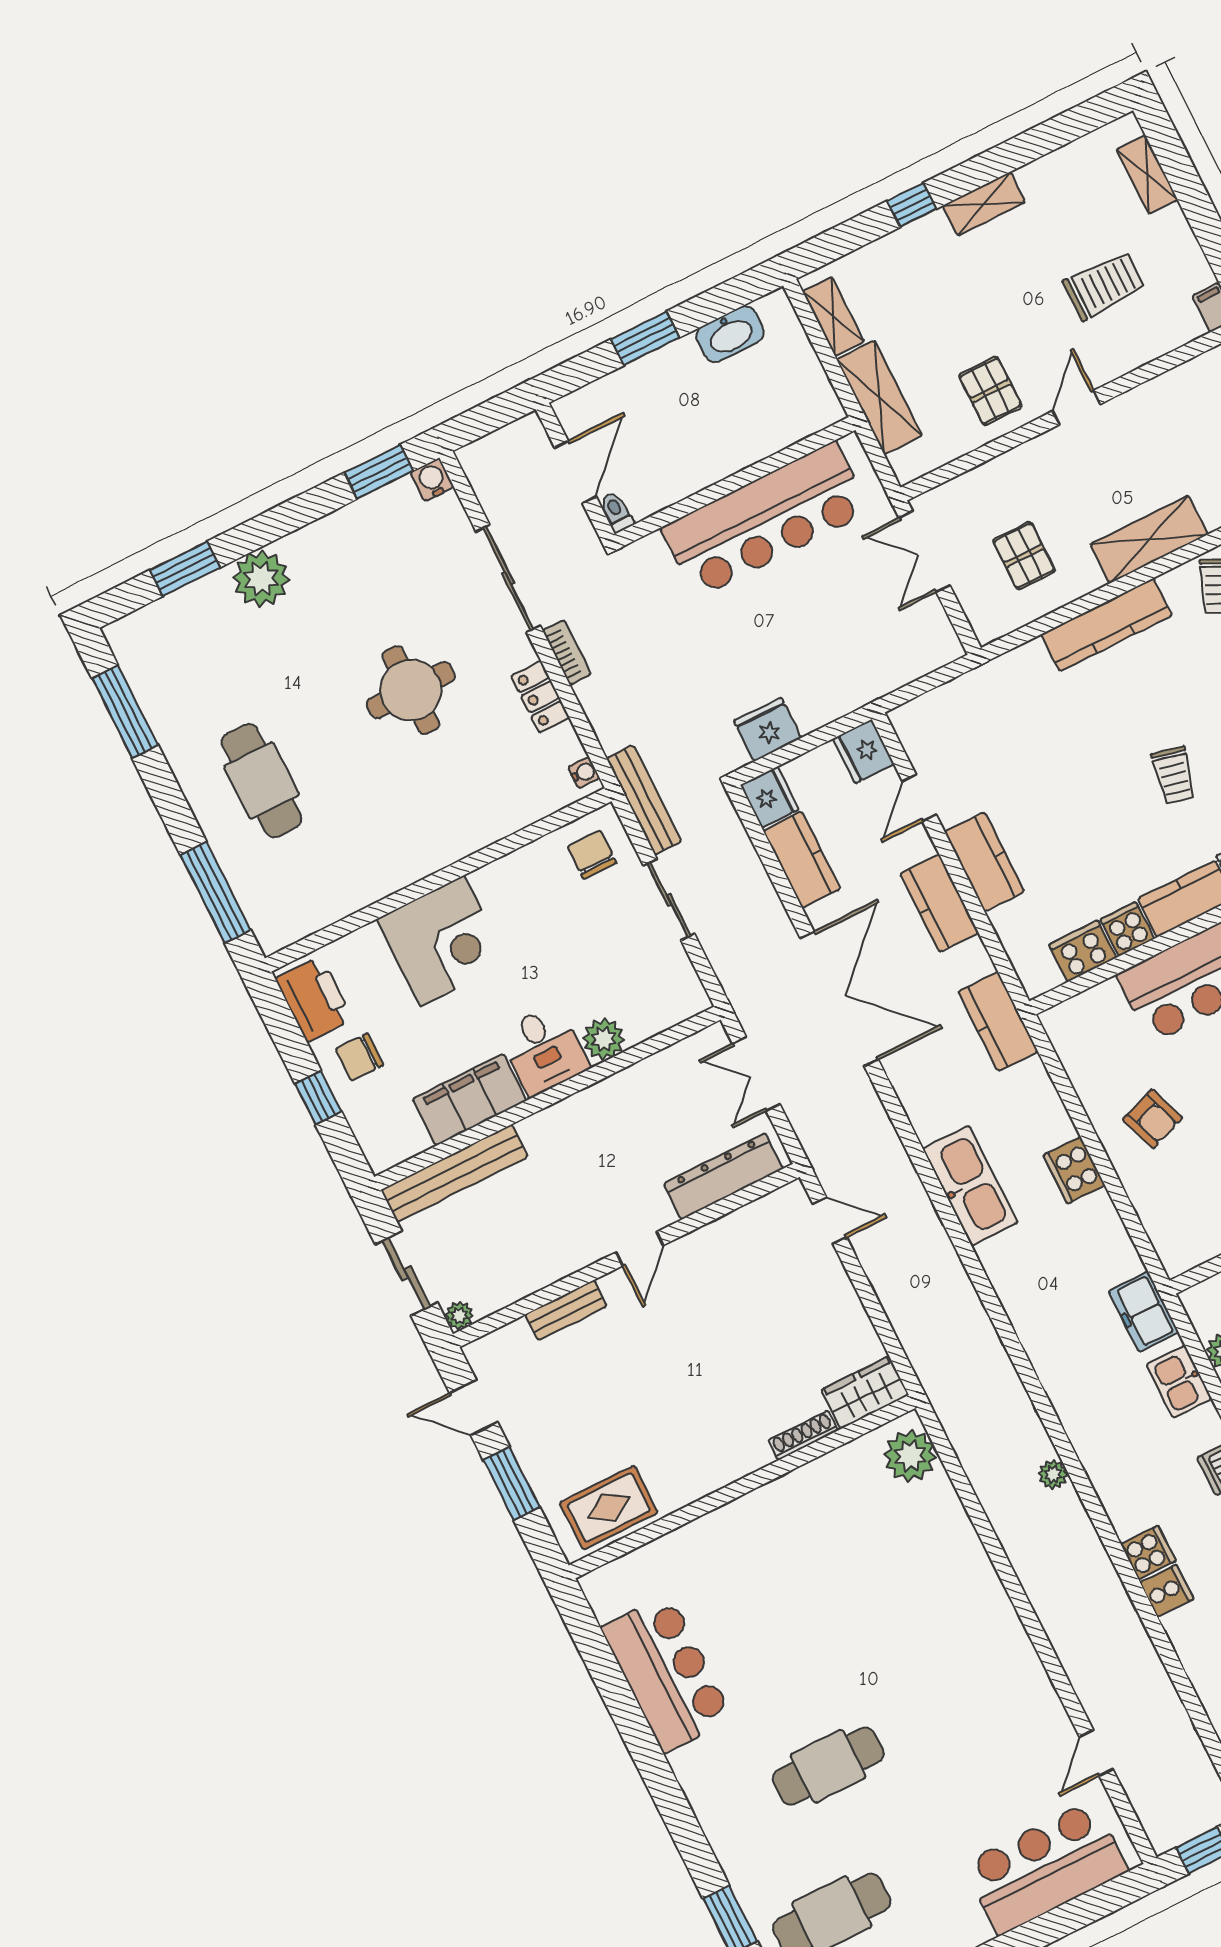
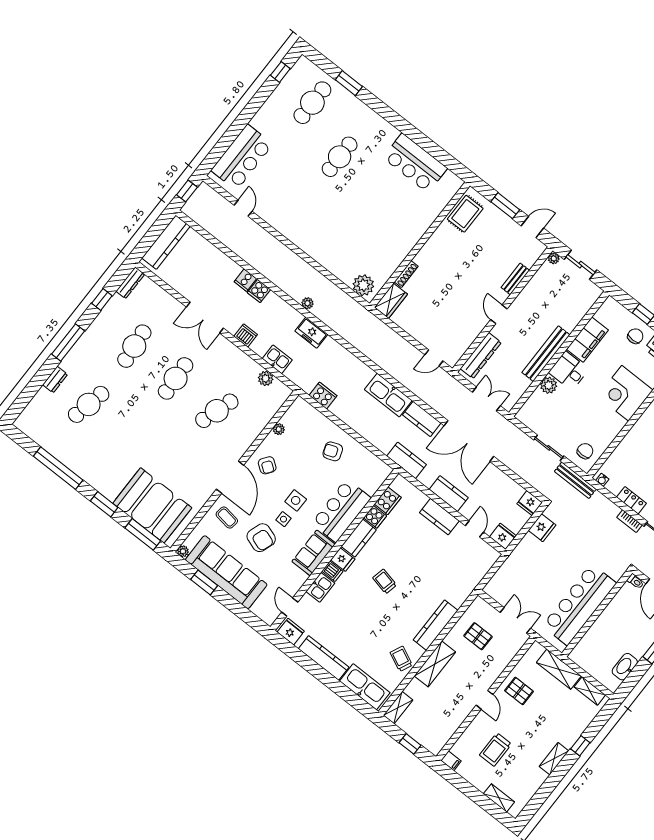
chair: (592, 855) -> (585, 451), turned -90
kitchen counter: (802, 860) -> (422, 419), moved
cooker: (1074, 1170) -> (323, 396), moved
bench: (454, 1173) -> (546, 354), moved
freezer: (1144, 1312) -> (311, 333), moved, turned 180

